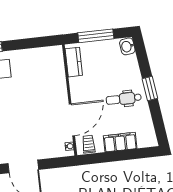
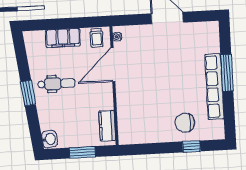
window: (96, 36) -> (82, 152), width x0.69

